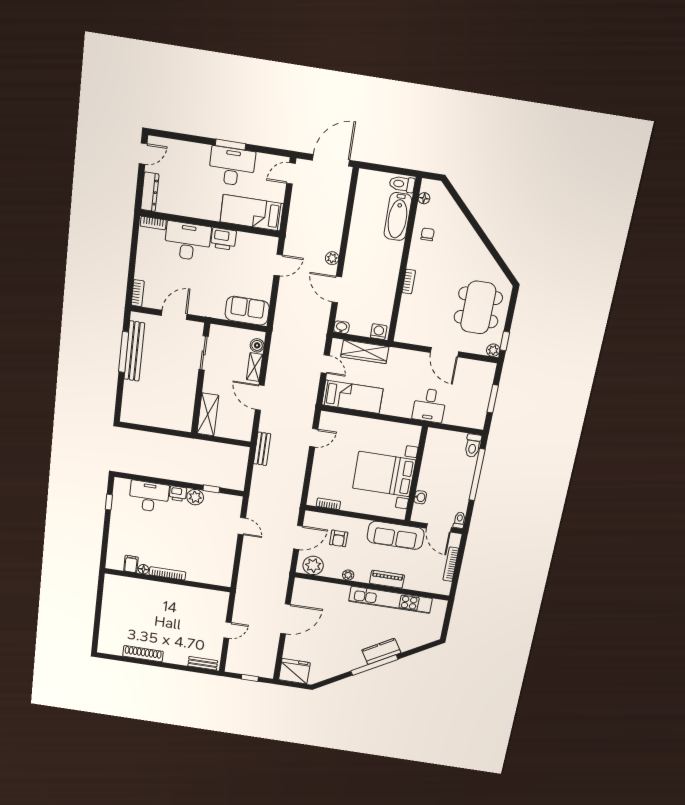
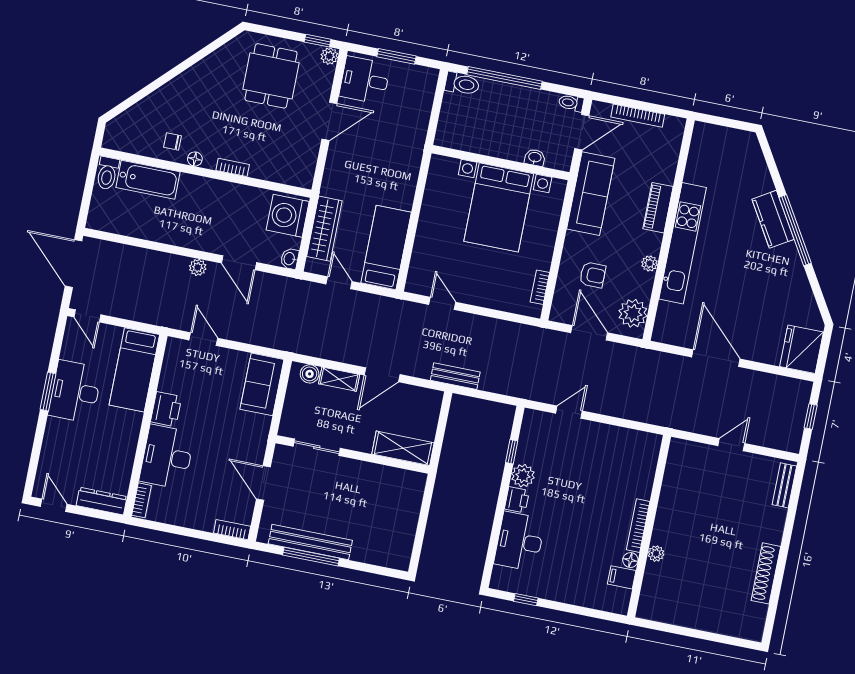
floor lamp: (424, 198) -> (195, 159), moved
door: (337, 290) -> (239, 263), hinge flipped
dining table: (478, 307) -> (271, 76), width x0.73
washing machine: (379, 332) -> (288, 216), width x1.89, depth x1.89
door: (325, 364) -> (339, 283), hinge flipped
desk: (429, 405) -> (365, 80), moved, turned 180
plant: (149, 585) -> (656, 554), added
kitchen unit: (390, 600) -> (683, 243), moved
door: (227, 630) -> (731, 445), hinge flipped

